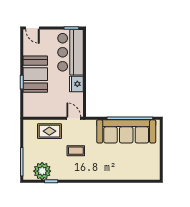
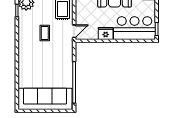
sofa: (126, 131) -> (45, 99), moved, turned 90

